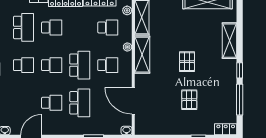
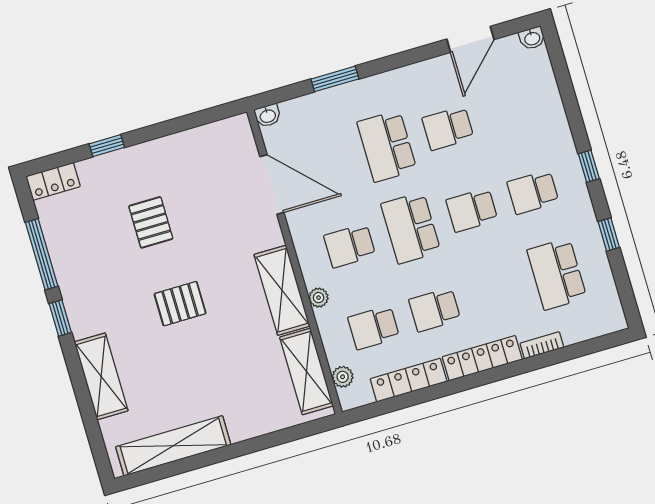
school desk: (52, 27) -> (435, 310), moved
pallet: (187, 62) -> (180, 304), turned 90

